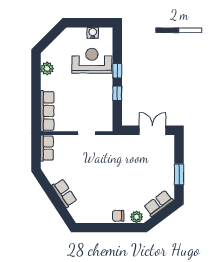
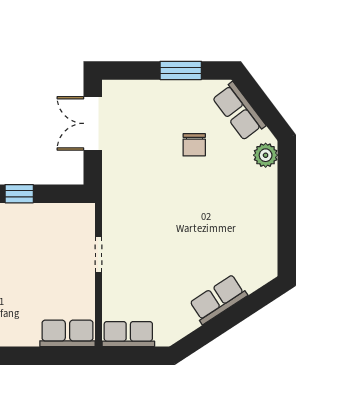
row of seats: (47, 111) -> (67, 333), width x0.68
chair: (118, 216) -> (194, 145), moved

